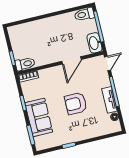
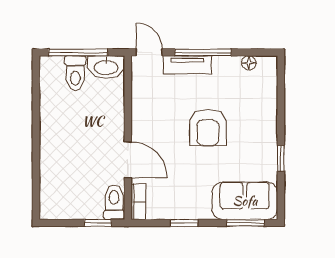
toilet: (84, 14) -> (75, 73), moved
door: (72, 60) -> (128, 160), moved
tv unit: (109, 100) -> (187, 65), moved
sofa: (39, 117) -> (245, 201), moved

